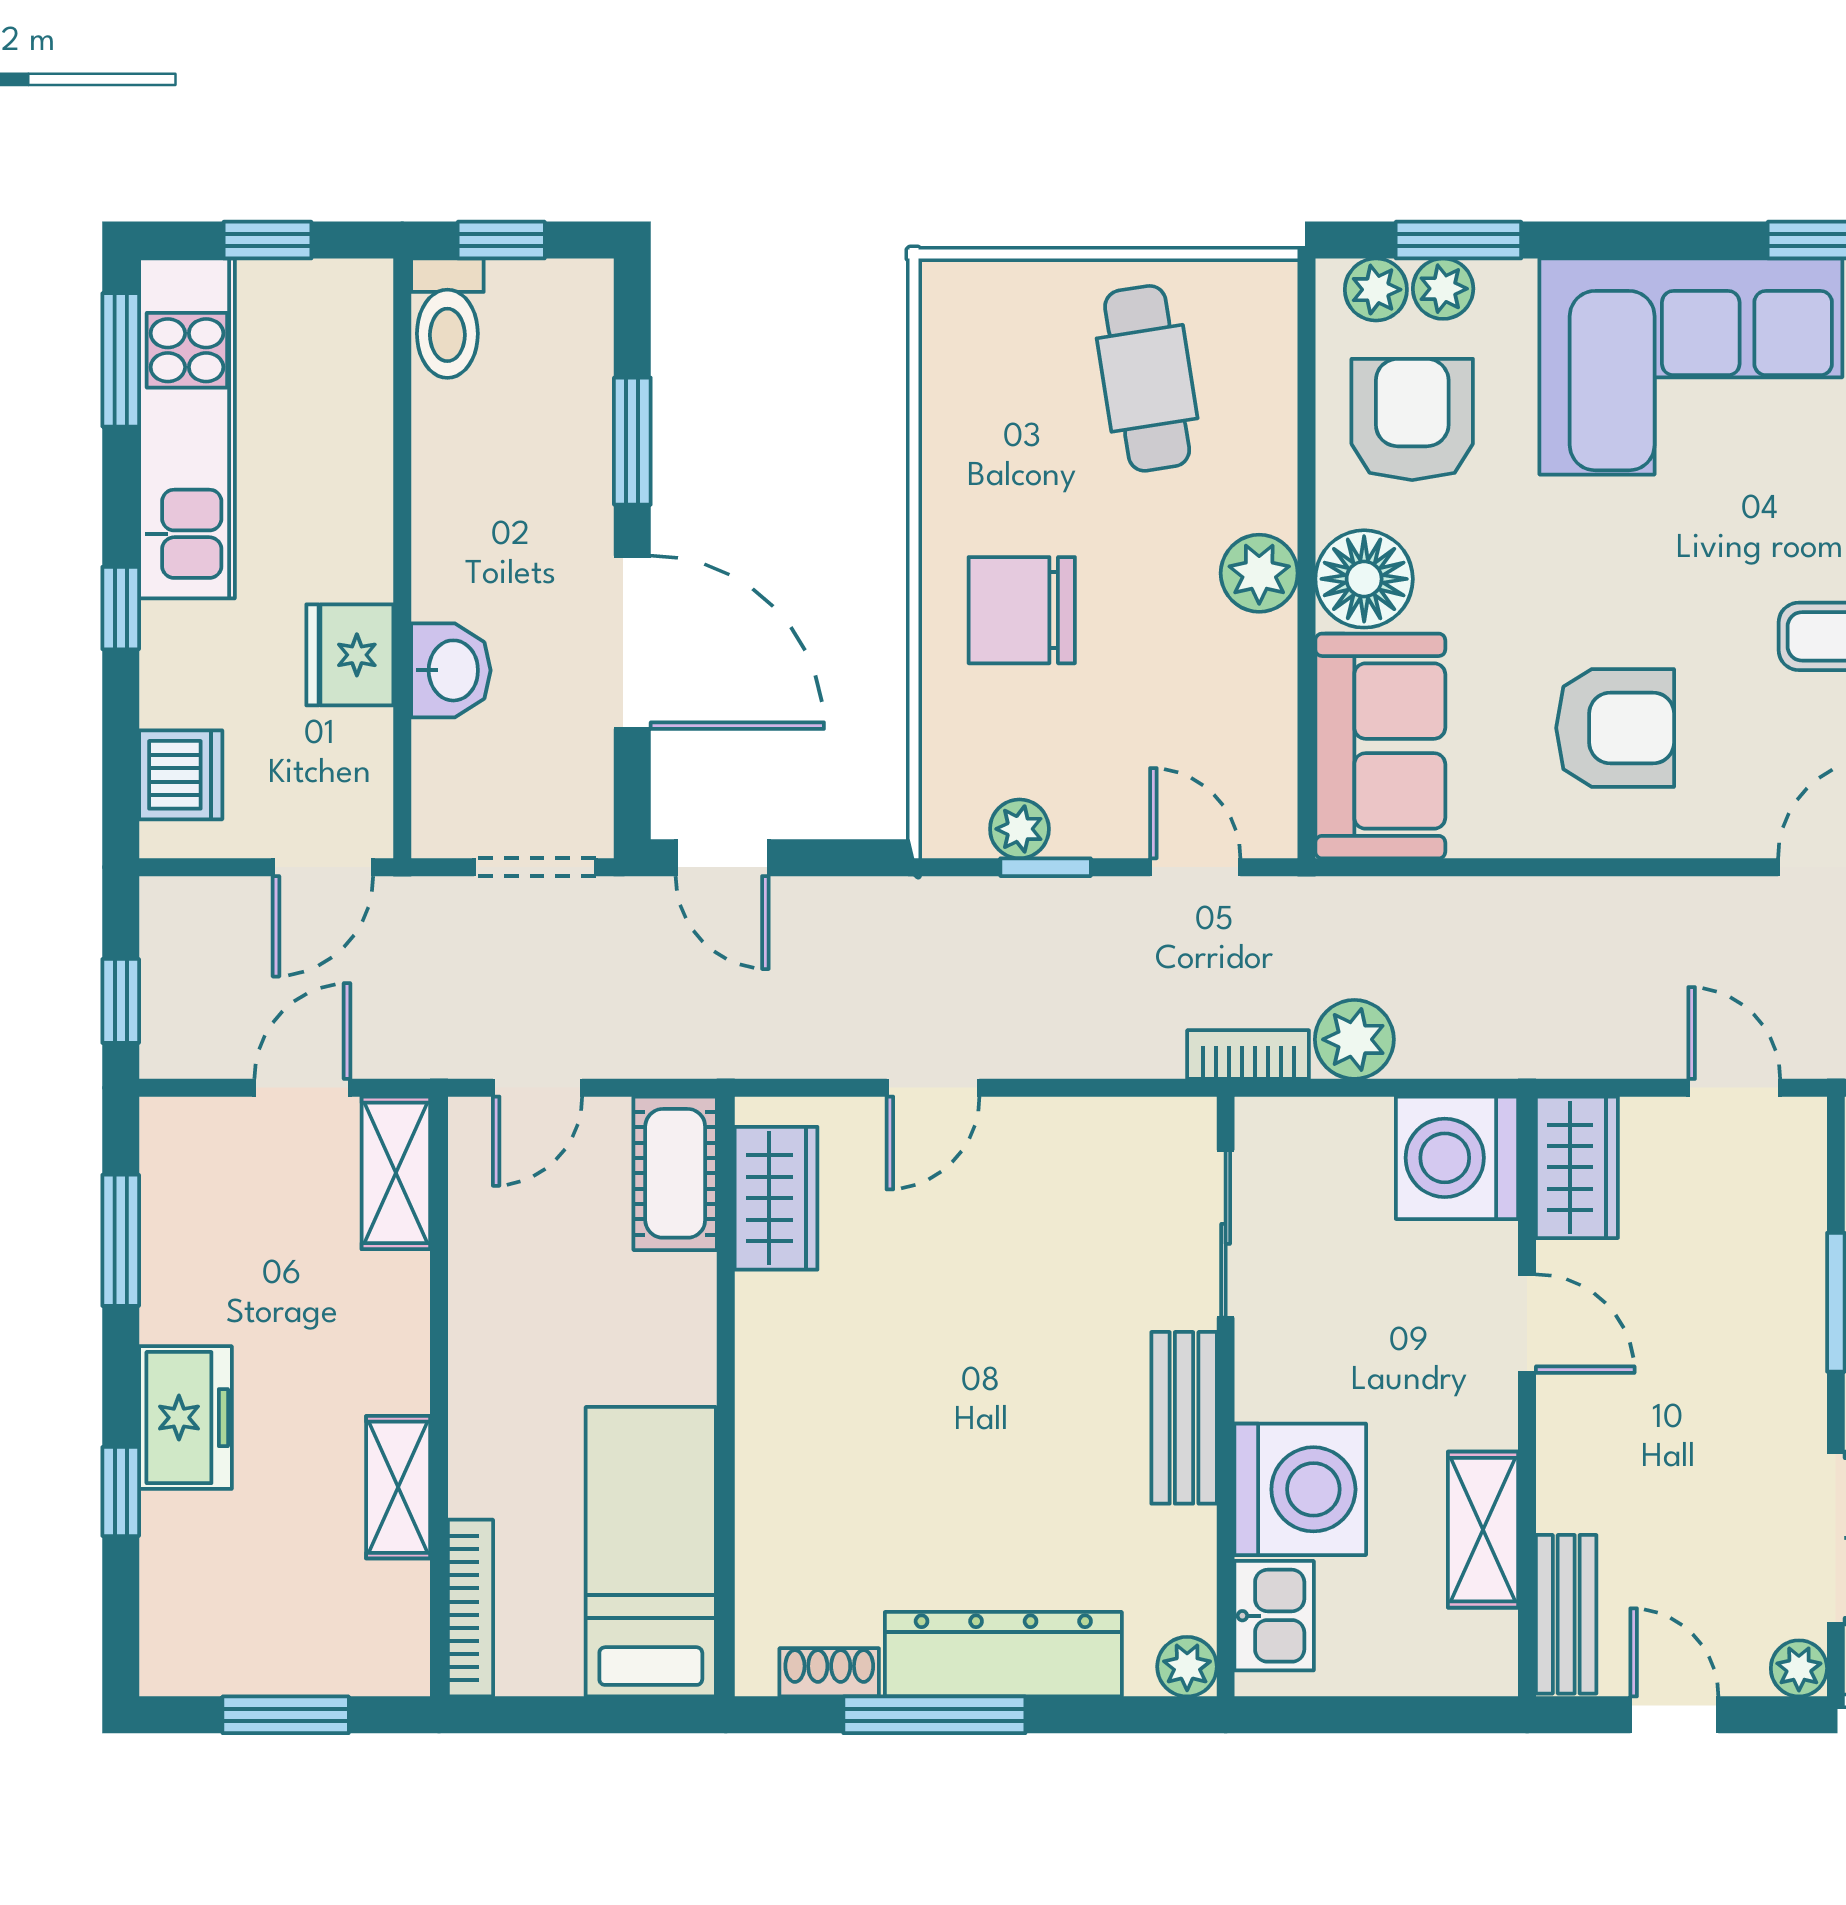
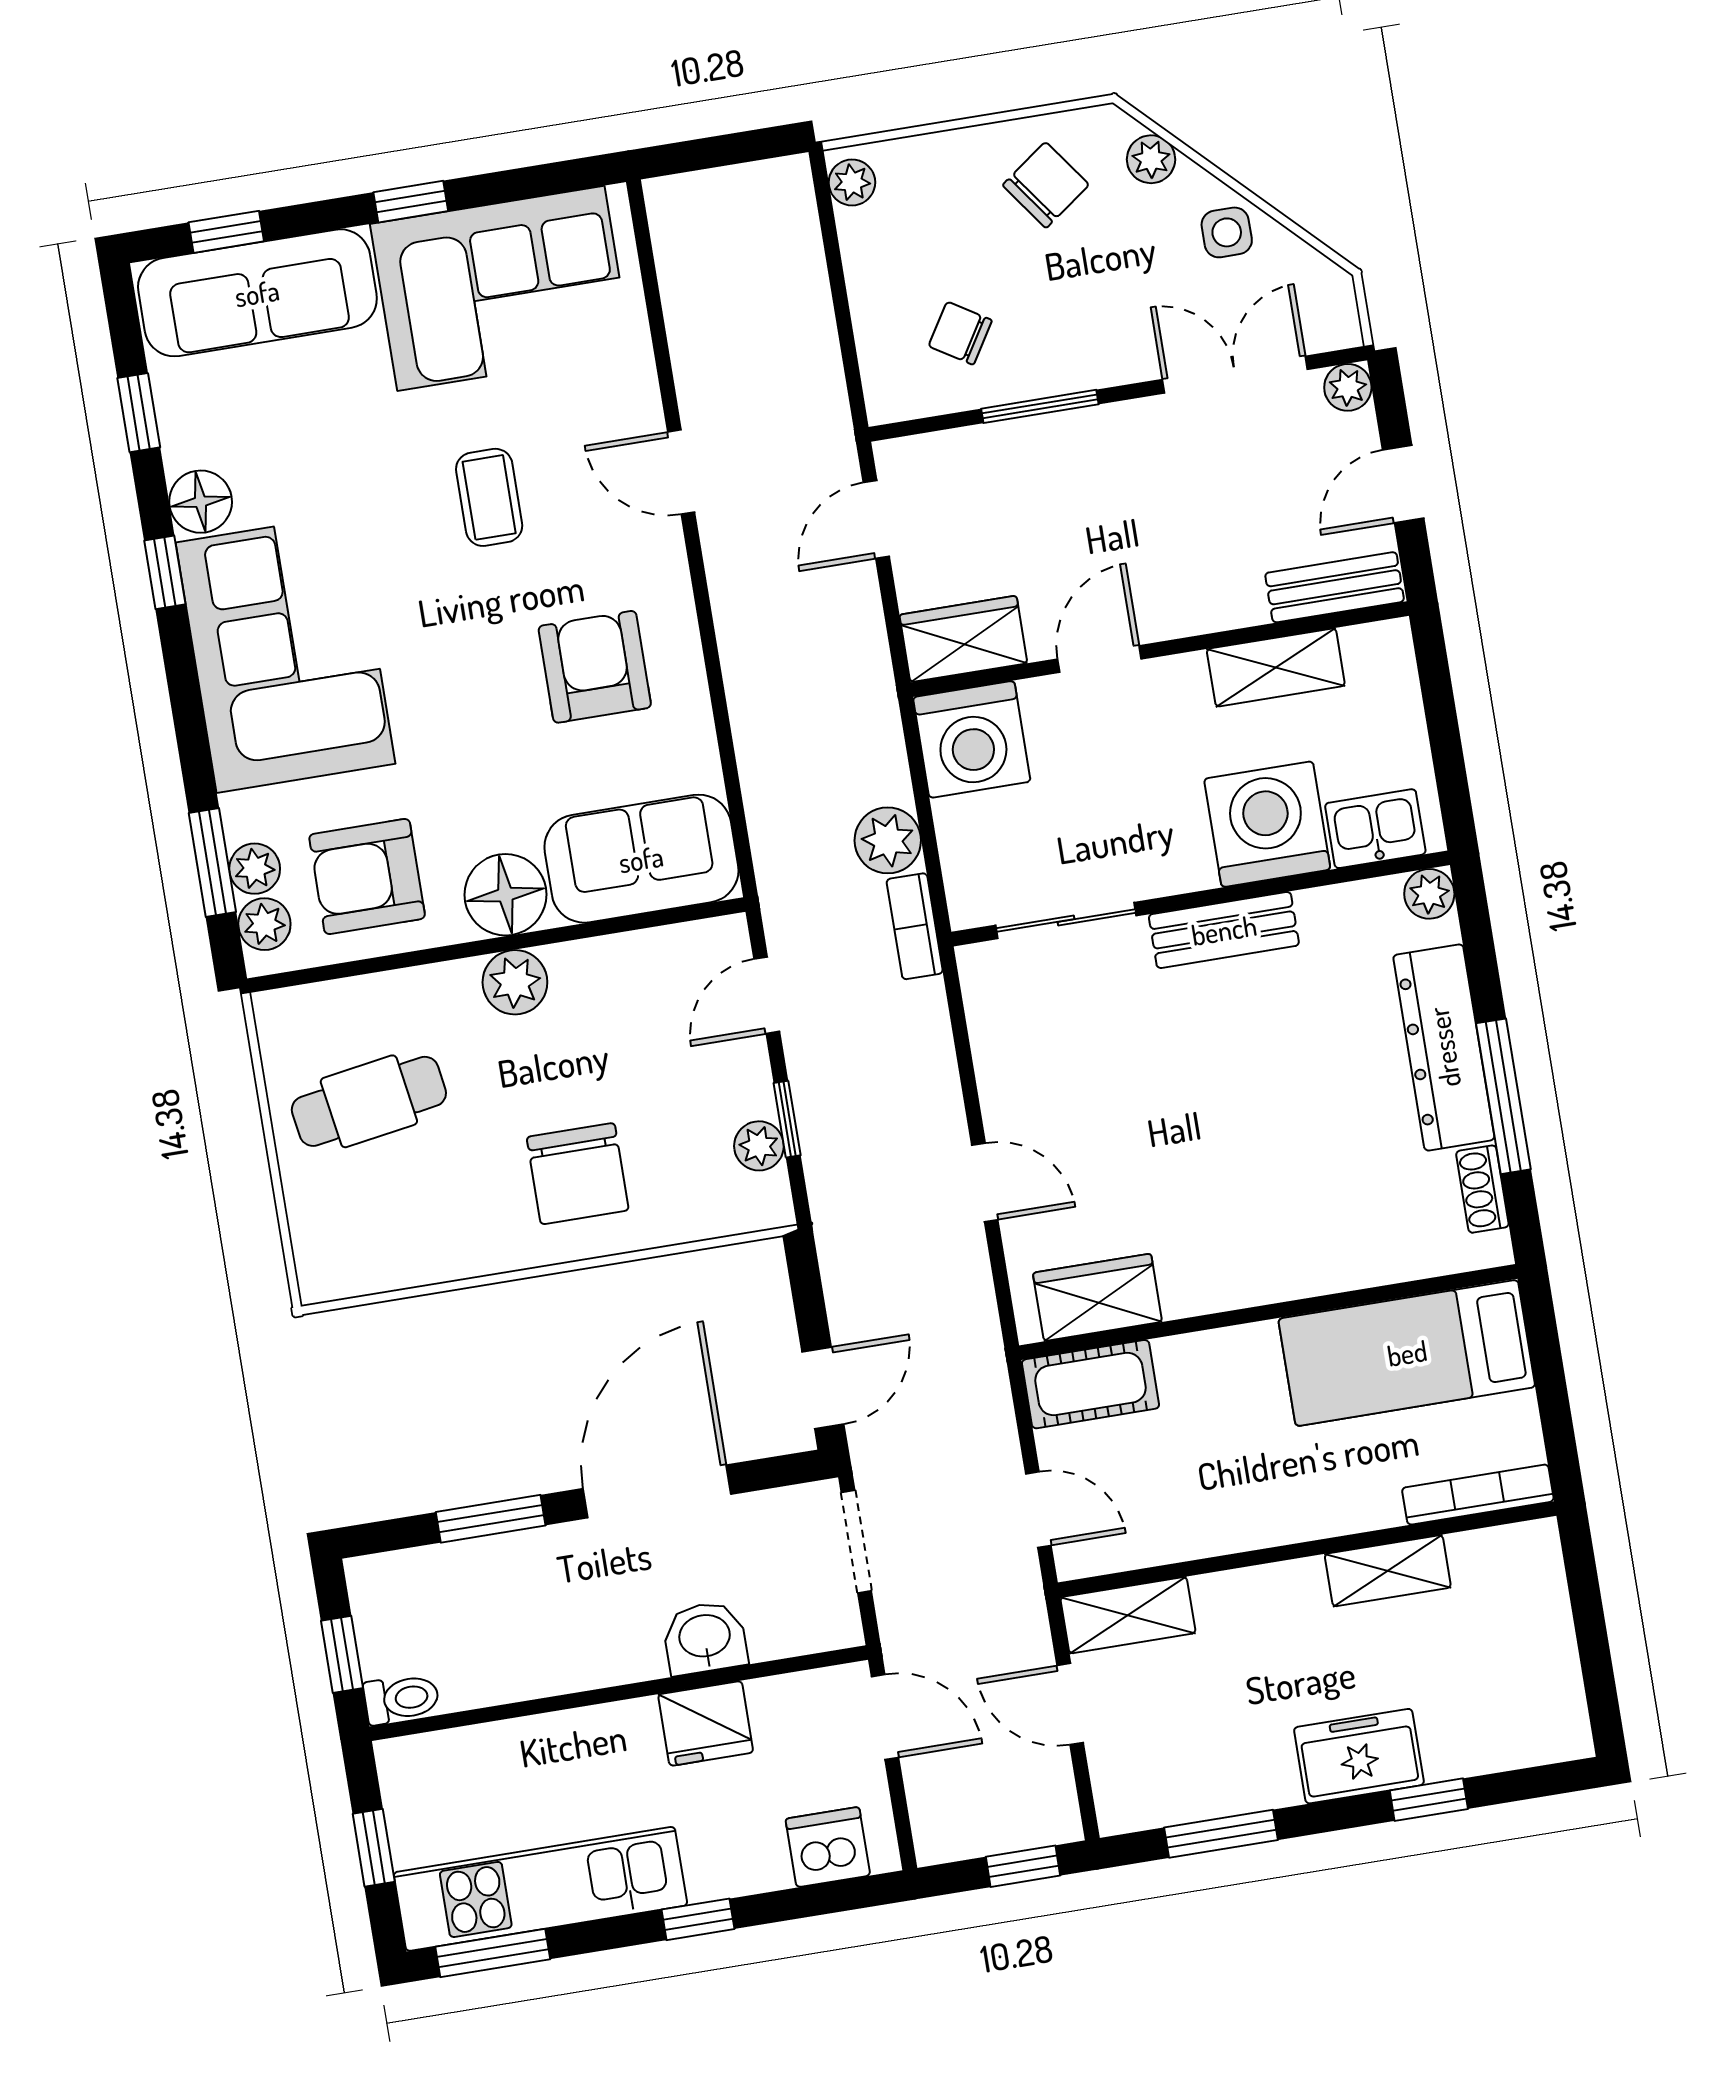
toilet: (447, 318) -> (402, 1699), width x0.73, depth x0.72
window: (286, 1715) -> (1591, 1633), removed

